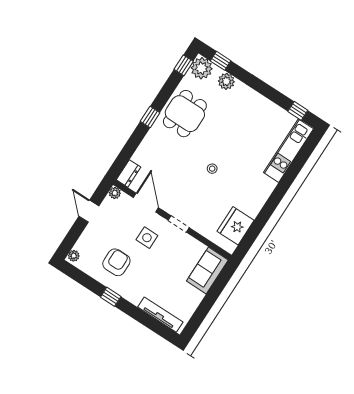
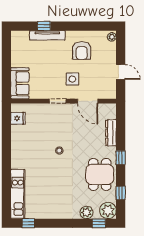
window: (184, 65) -> (121, 193), moved
dresser: (128, 173) -> (111, 133), moved, width x1.44
plant: (115, 193) -> (112, 94), removed
fridge: (236, 226) -> (18, 118), width x0.53, depth x0.75
window: (111, 297) -> (44, 26), moved
tv unit: (160, 315) -> (47, 35), moved

